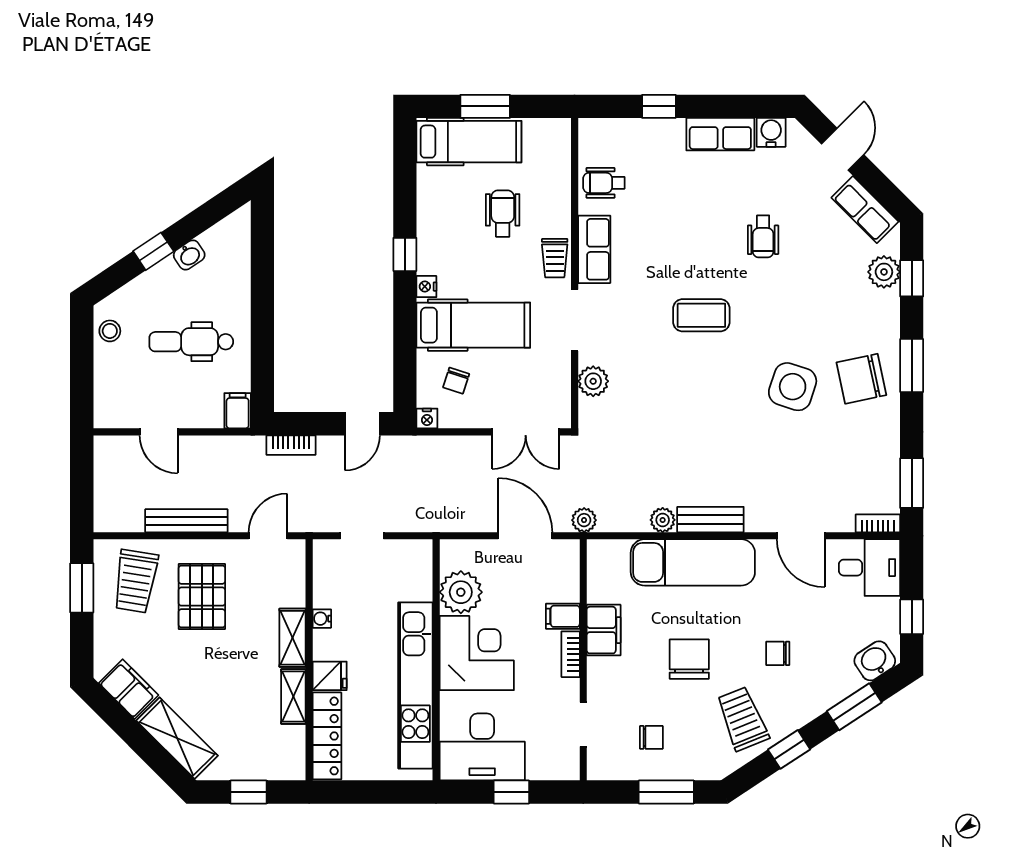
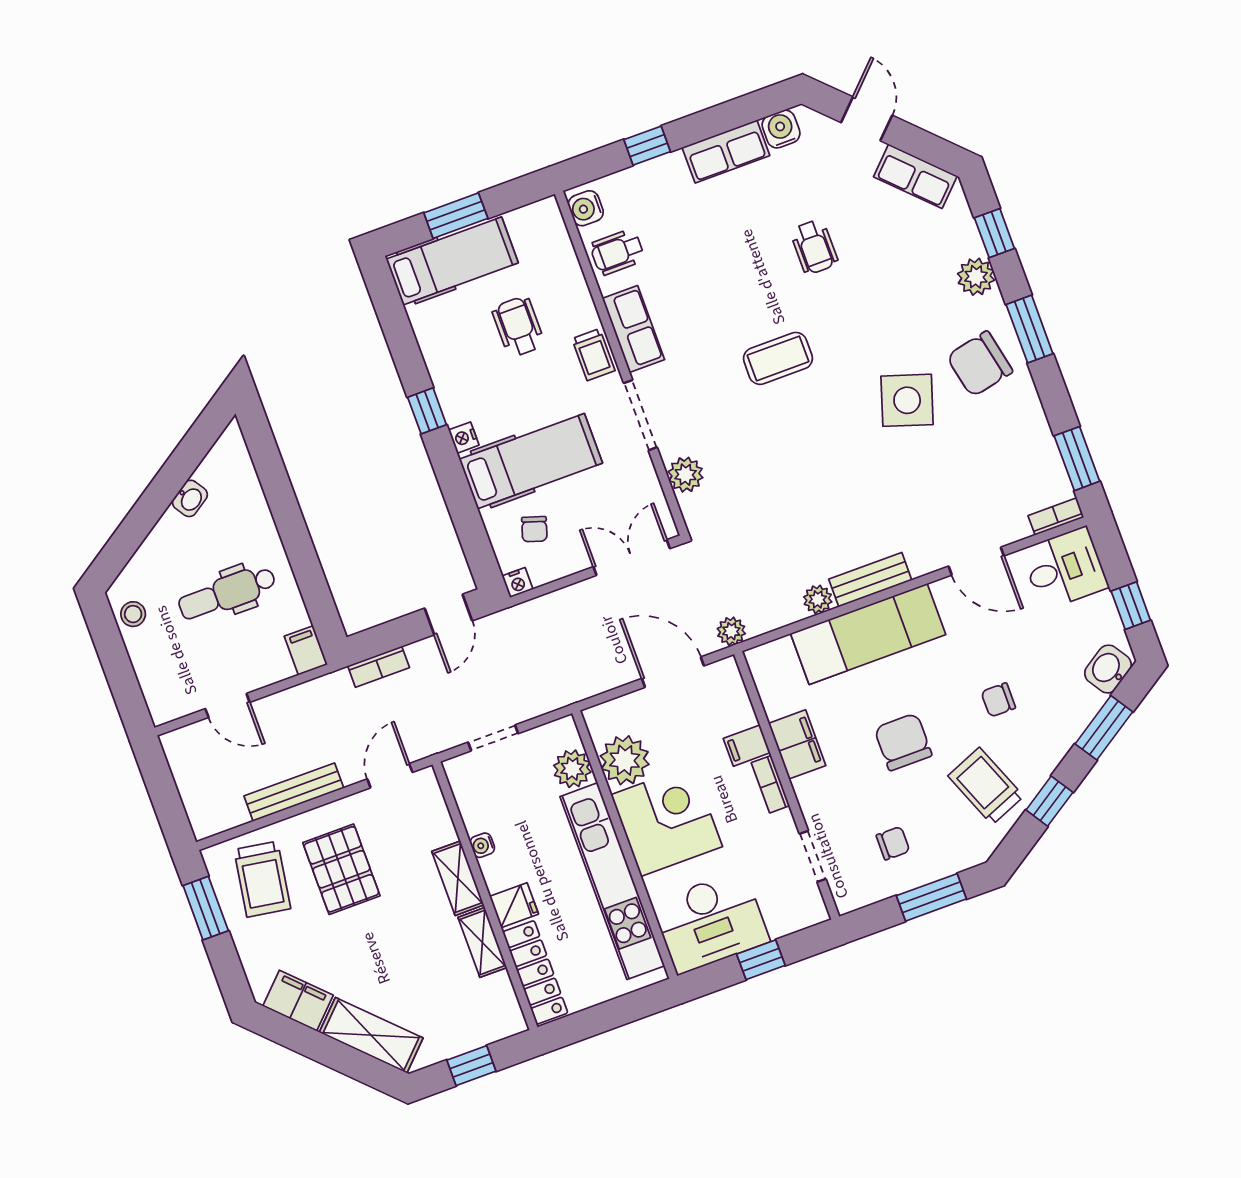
water cooler: (591, 139) -> (586, 208), added
window: (153, 251) -> (149, 509), removed
plant: (884, 272) -> (976, 277), moved
double door: (526, 432) -> (632, 558), swing flipped
plant: (416, 584) -> (572, 769), added

